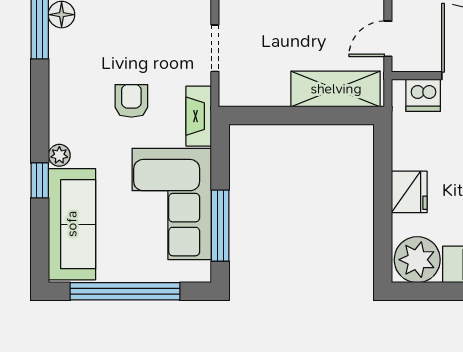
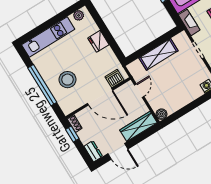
shelving: (336, 89) -> (159, 54), moved
plant: (417, 260) -> (79, 15), width x0.53, depth x0.53

